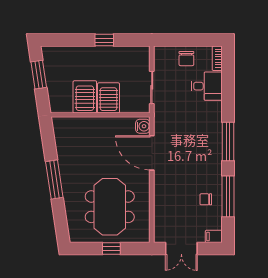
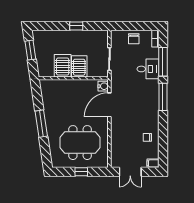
desk: (207, 86) -> (148, 69), moved
door: (152, 153) -> (109, 105), hinge flipped
window: (228, 196) -> (163, 62), moved
meeting table: (110, 207) -> (80, 143), turned 90

